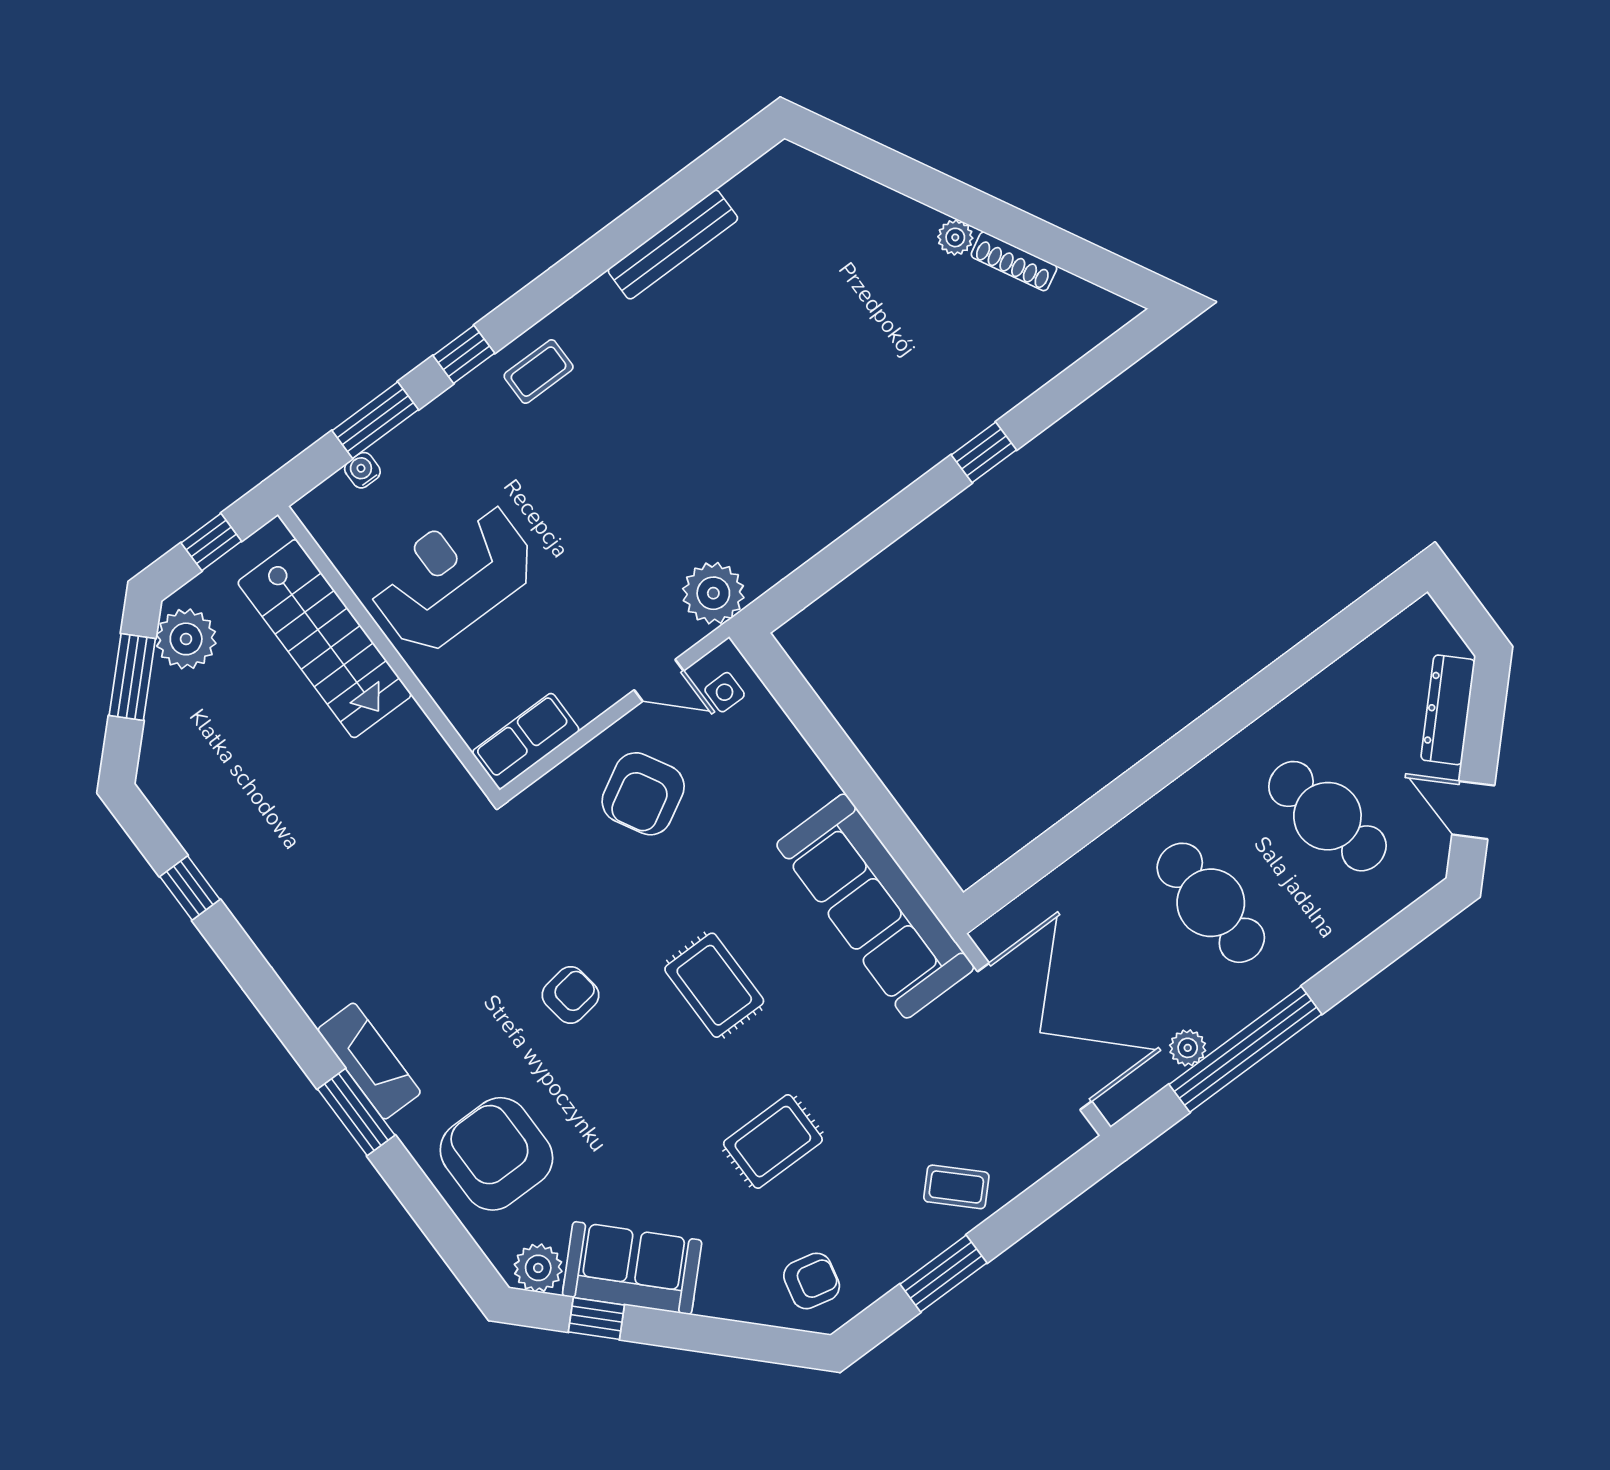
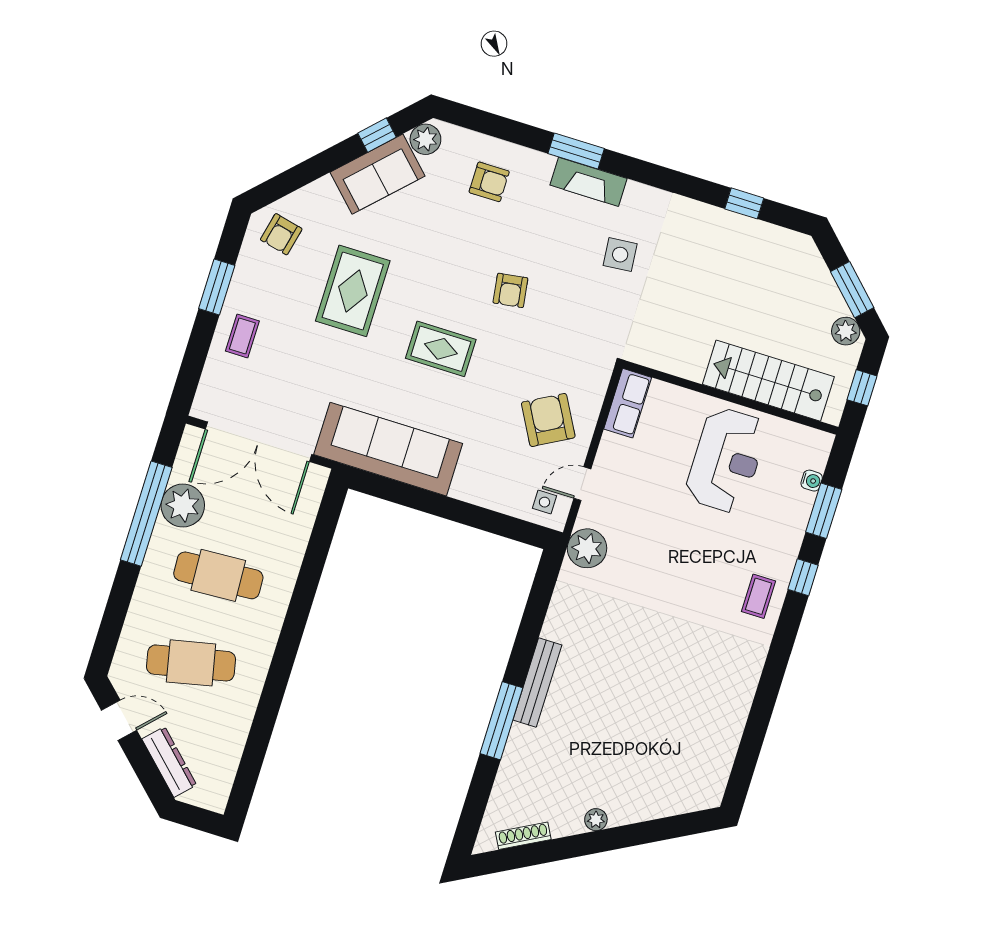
bench: (673, 245) -> (537, 683), moved
shoe rack: (1014, 261) -> (523, 836), moved
window: (984, 452) -> (501, 721), width x2.17
plant: (186, 639) -> (846, 331), width x0.73, depth x0.73
side table: (397, 938) -> (620, 255), added
plant: (1188, 1048) -> (183, 506), width x1.88, depth x1.88
rug: (773, 1142) -> (353, 291), width x1.36, depth x1.43
armchair: (496, 1154) -> (489, 182), width x0.53, depth x0.53
coffee table: (956, 1187) -> (242, 336), turned -44

